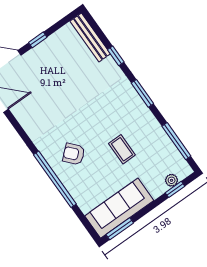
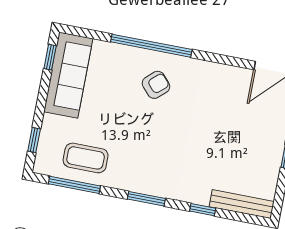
coffee table: (122, 149) -> (86, 158), moved, width x1.36, depth x1.30
plant: (172, 180) -> (45, 145), removed
window: (120, 229) -> (50, 57), width x0.67

